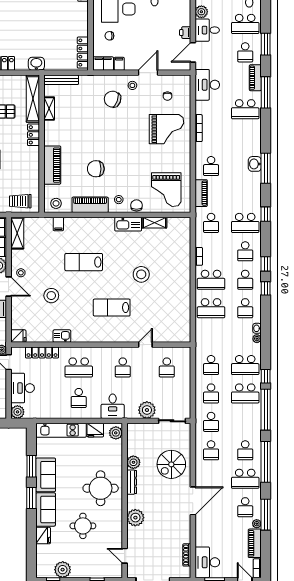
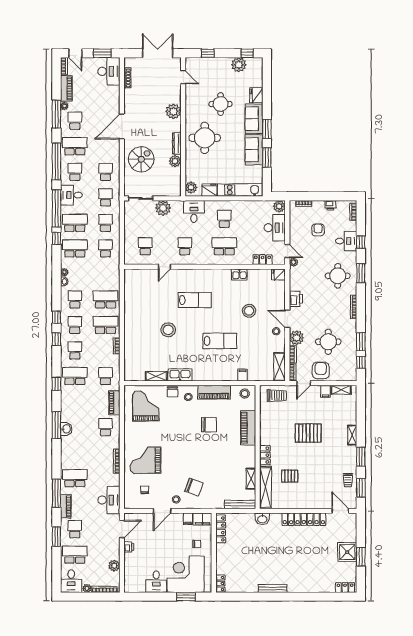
desk: (207, 30) -> (71, 195), moved, turned 180
locker: (42, 352) -> (263, 260), width x0.66

